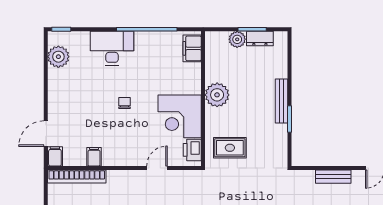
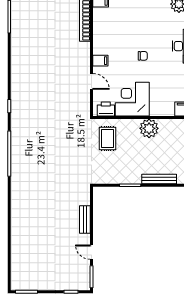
bench: (281, 101) -> (159, 179), moved
filing cabinet: (94, 157) -> (100, 61), moved

